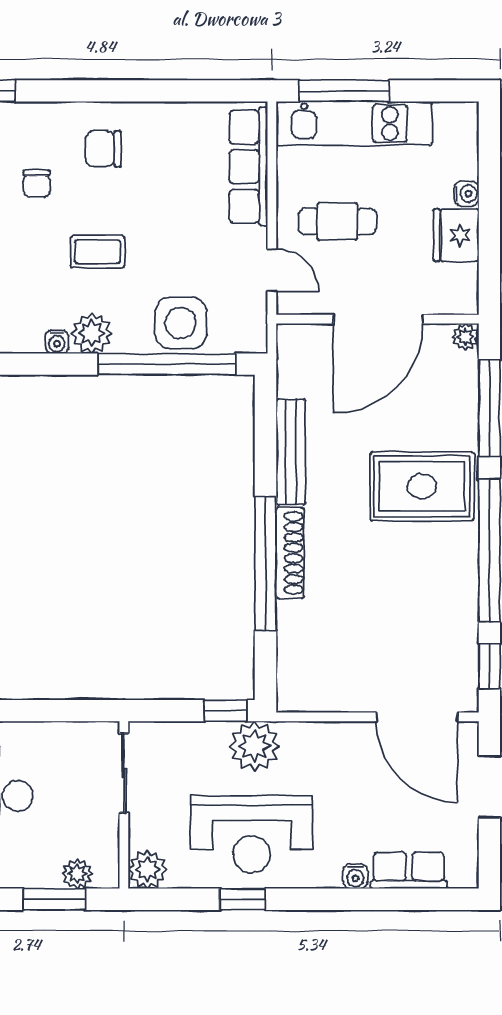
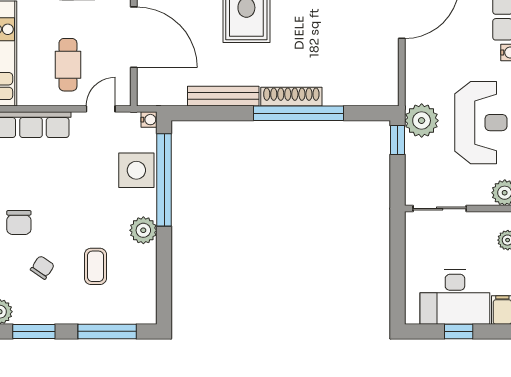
chair: (36, 184) -> (42, 267), turned -56
coffee table: (97, 252) -> (95, 266), moved
water cooler: (57, 342) -> (149, 120), moved

